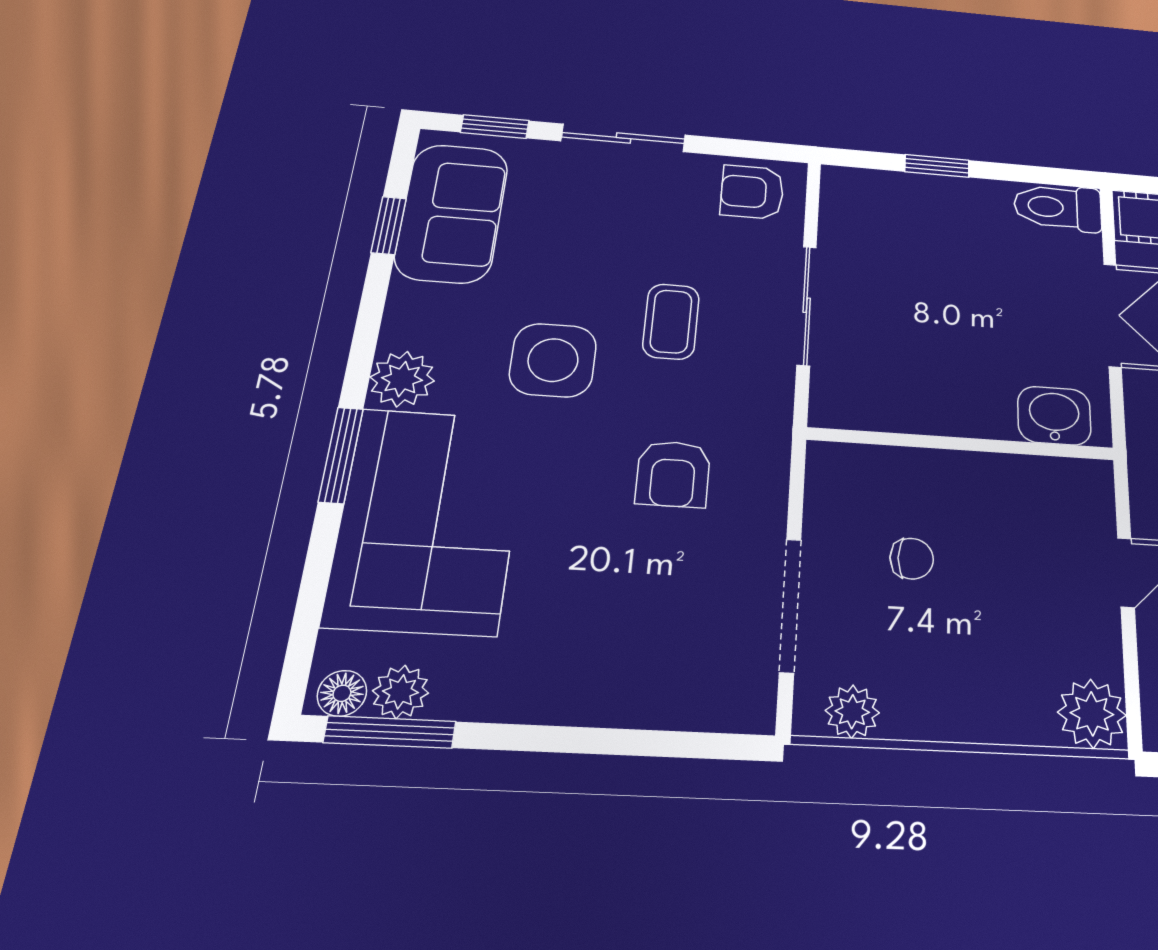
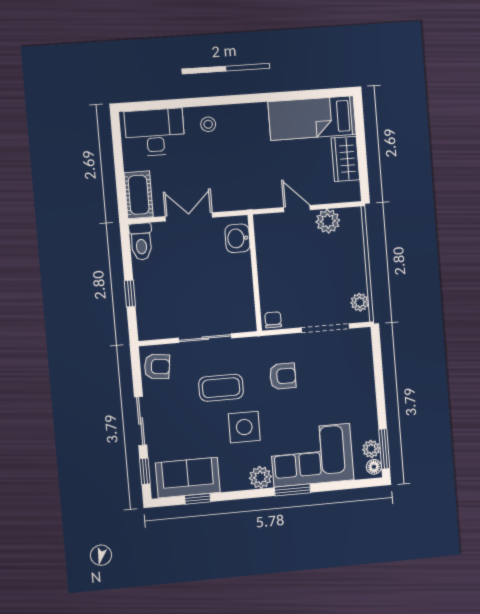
armchair: (752, 192) -> (157, 366), turned -83
coffee table: (671, 321) -> (221, 388), width x1.36, depth x1.30
chair: (912, 559) -> (273, 320), moved
plant: (1092, 714) -> (328, 221), moved

